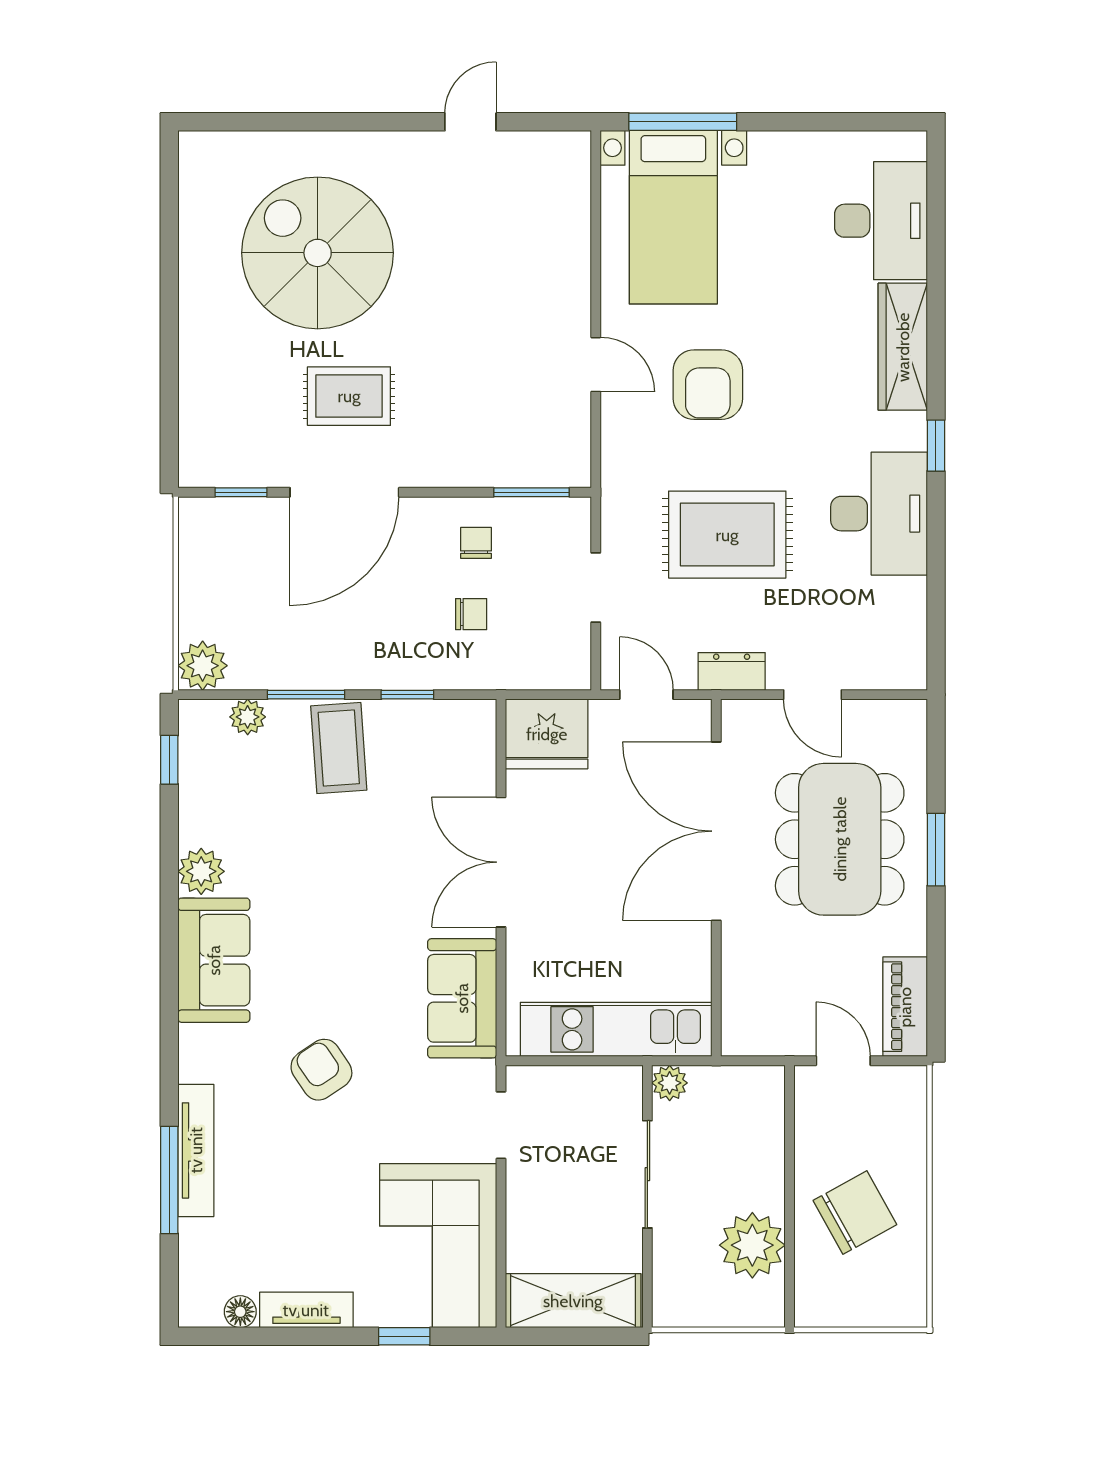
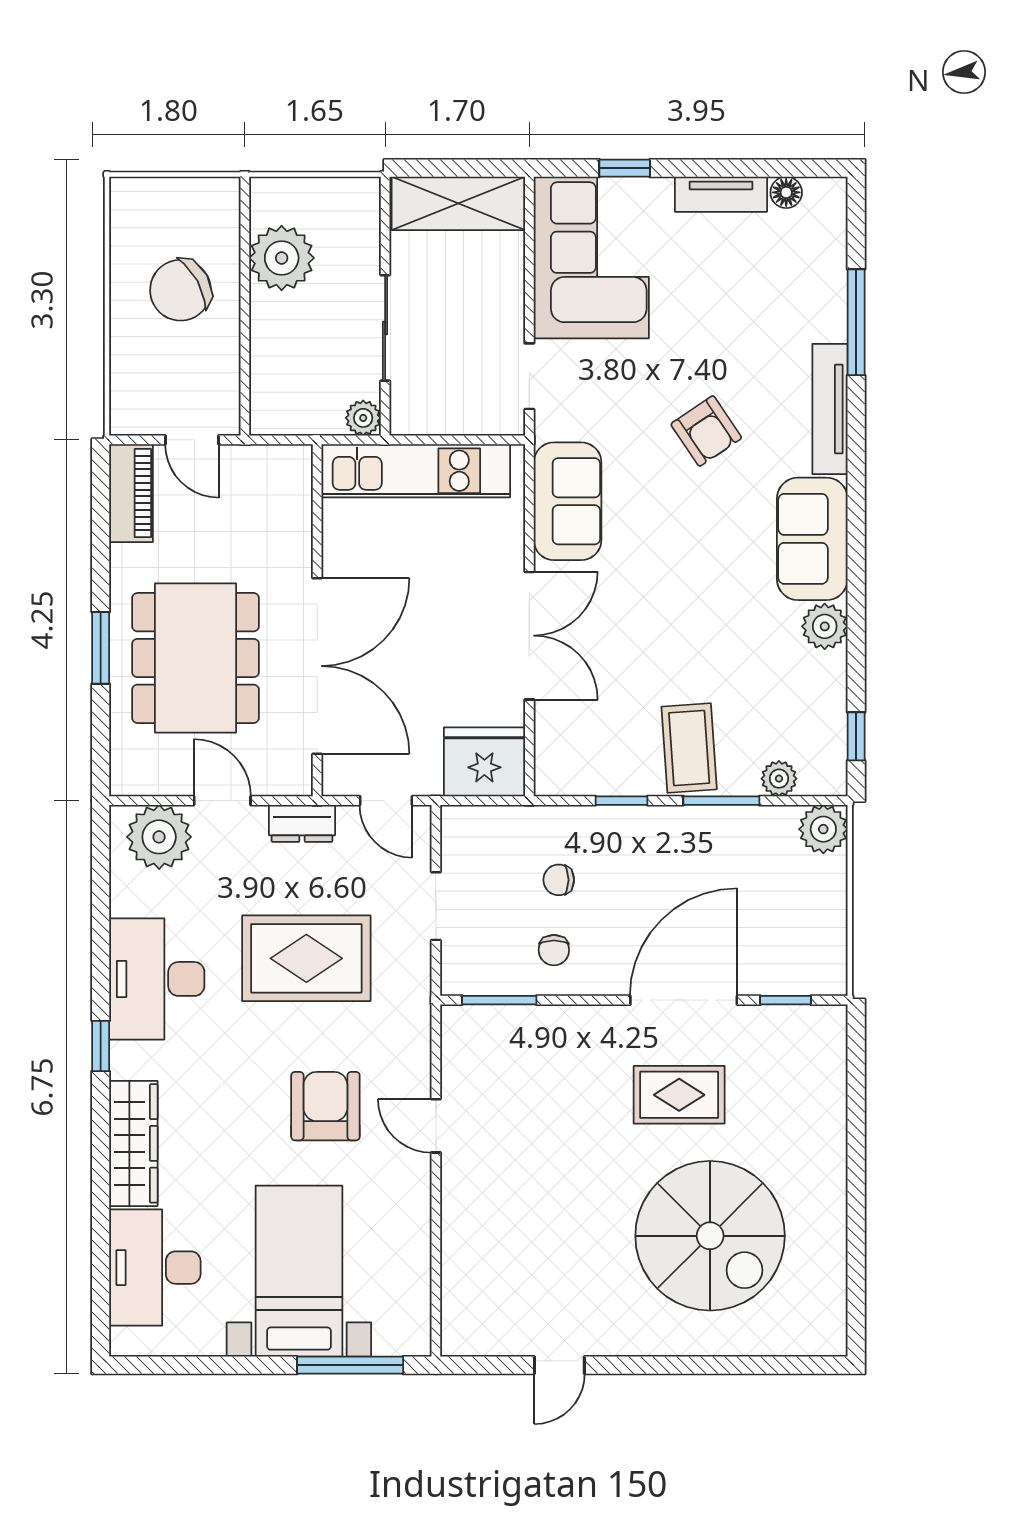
bed with nightstands: (673, 217) -> (299, 1271), moved
plant: (877, 658) -> (159, 837), added
tv unit: (196, 1150) -> (830, 409), moved

